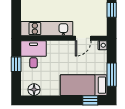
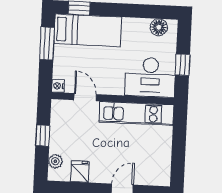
door: (83, 38) -> (85, 97), hinge flipped
desk: (33, 54) -> (150, 77), width x1.37

